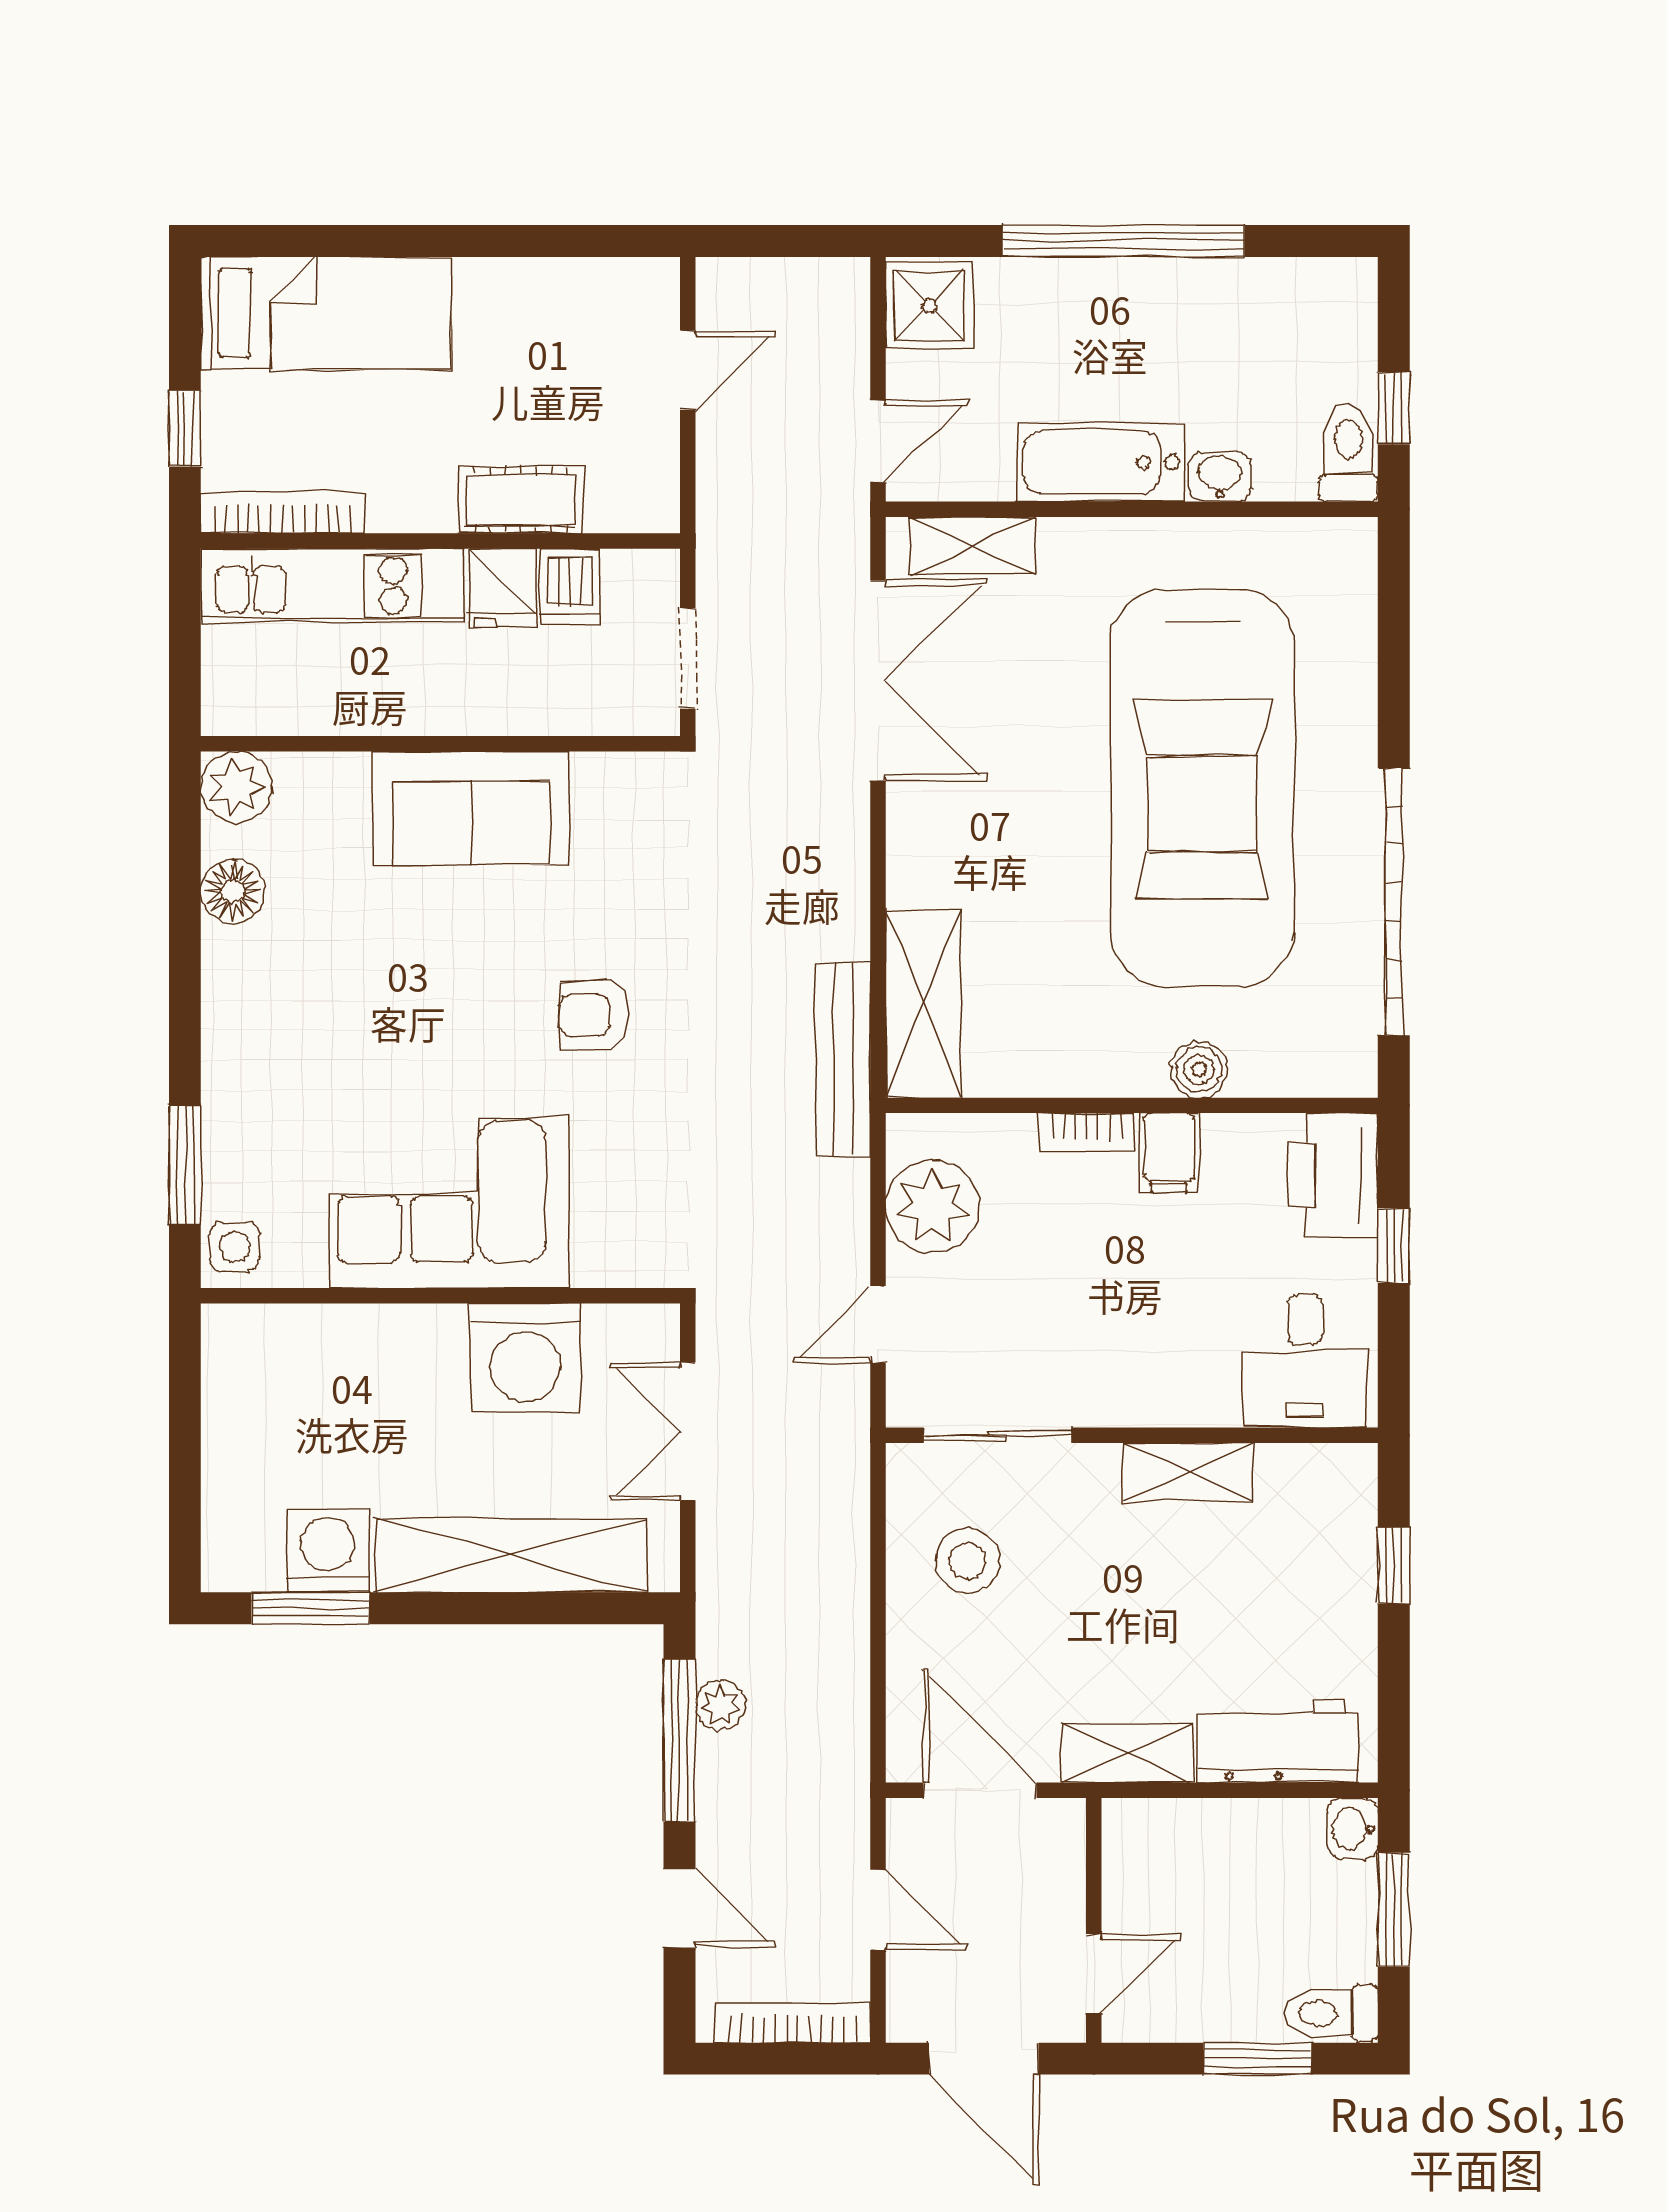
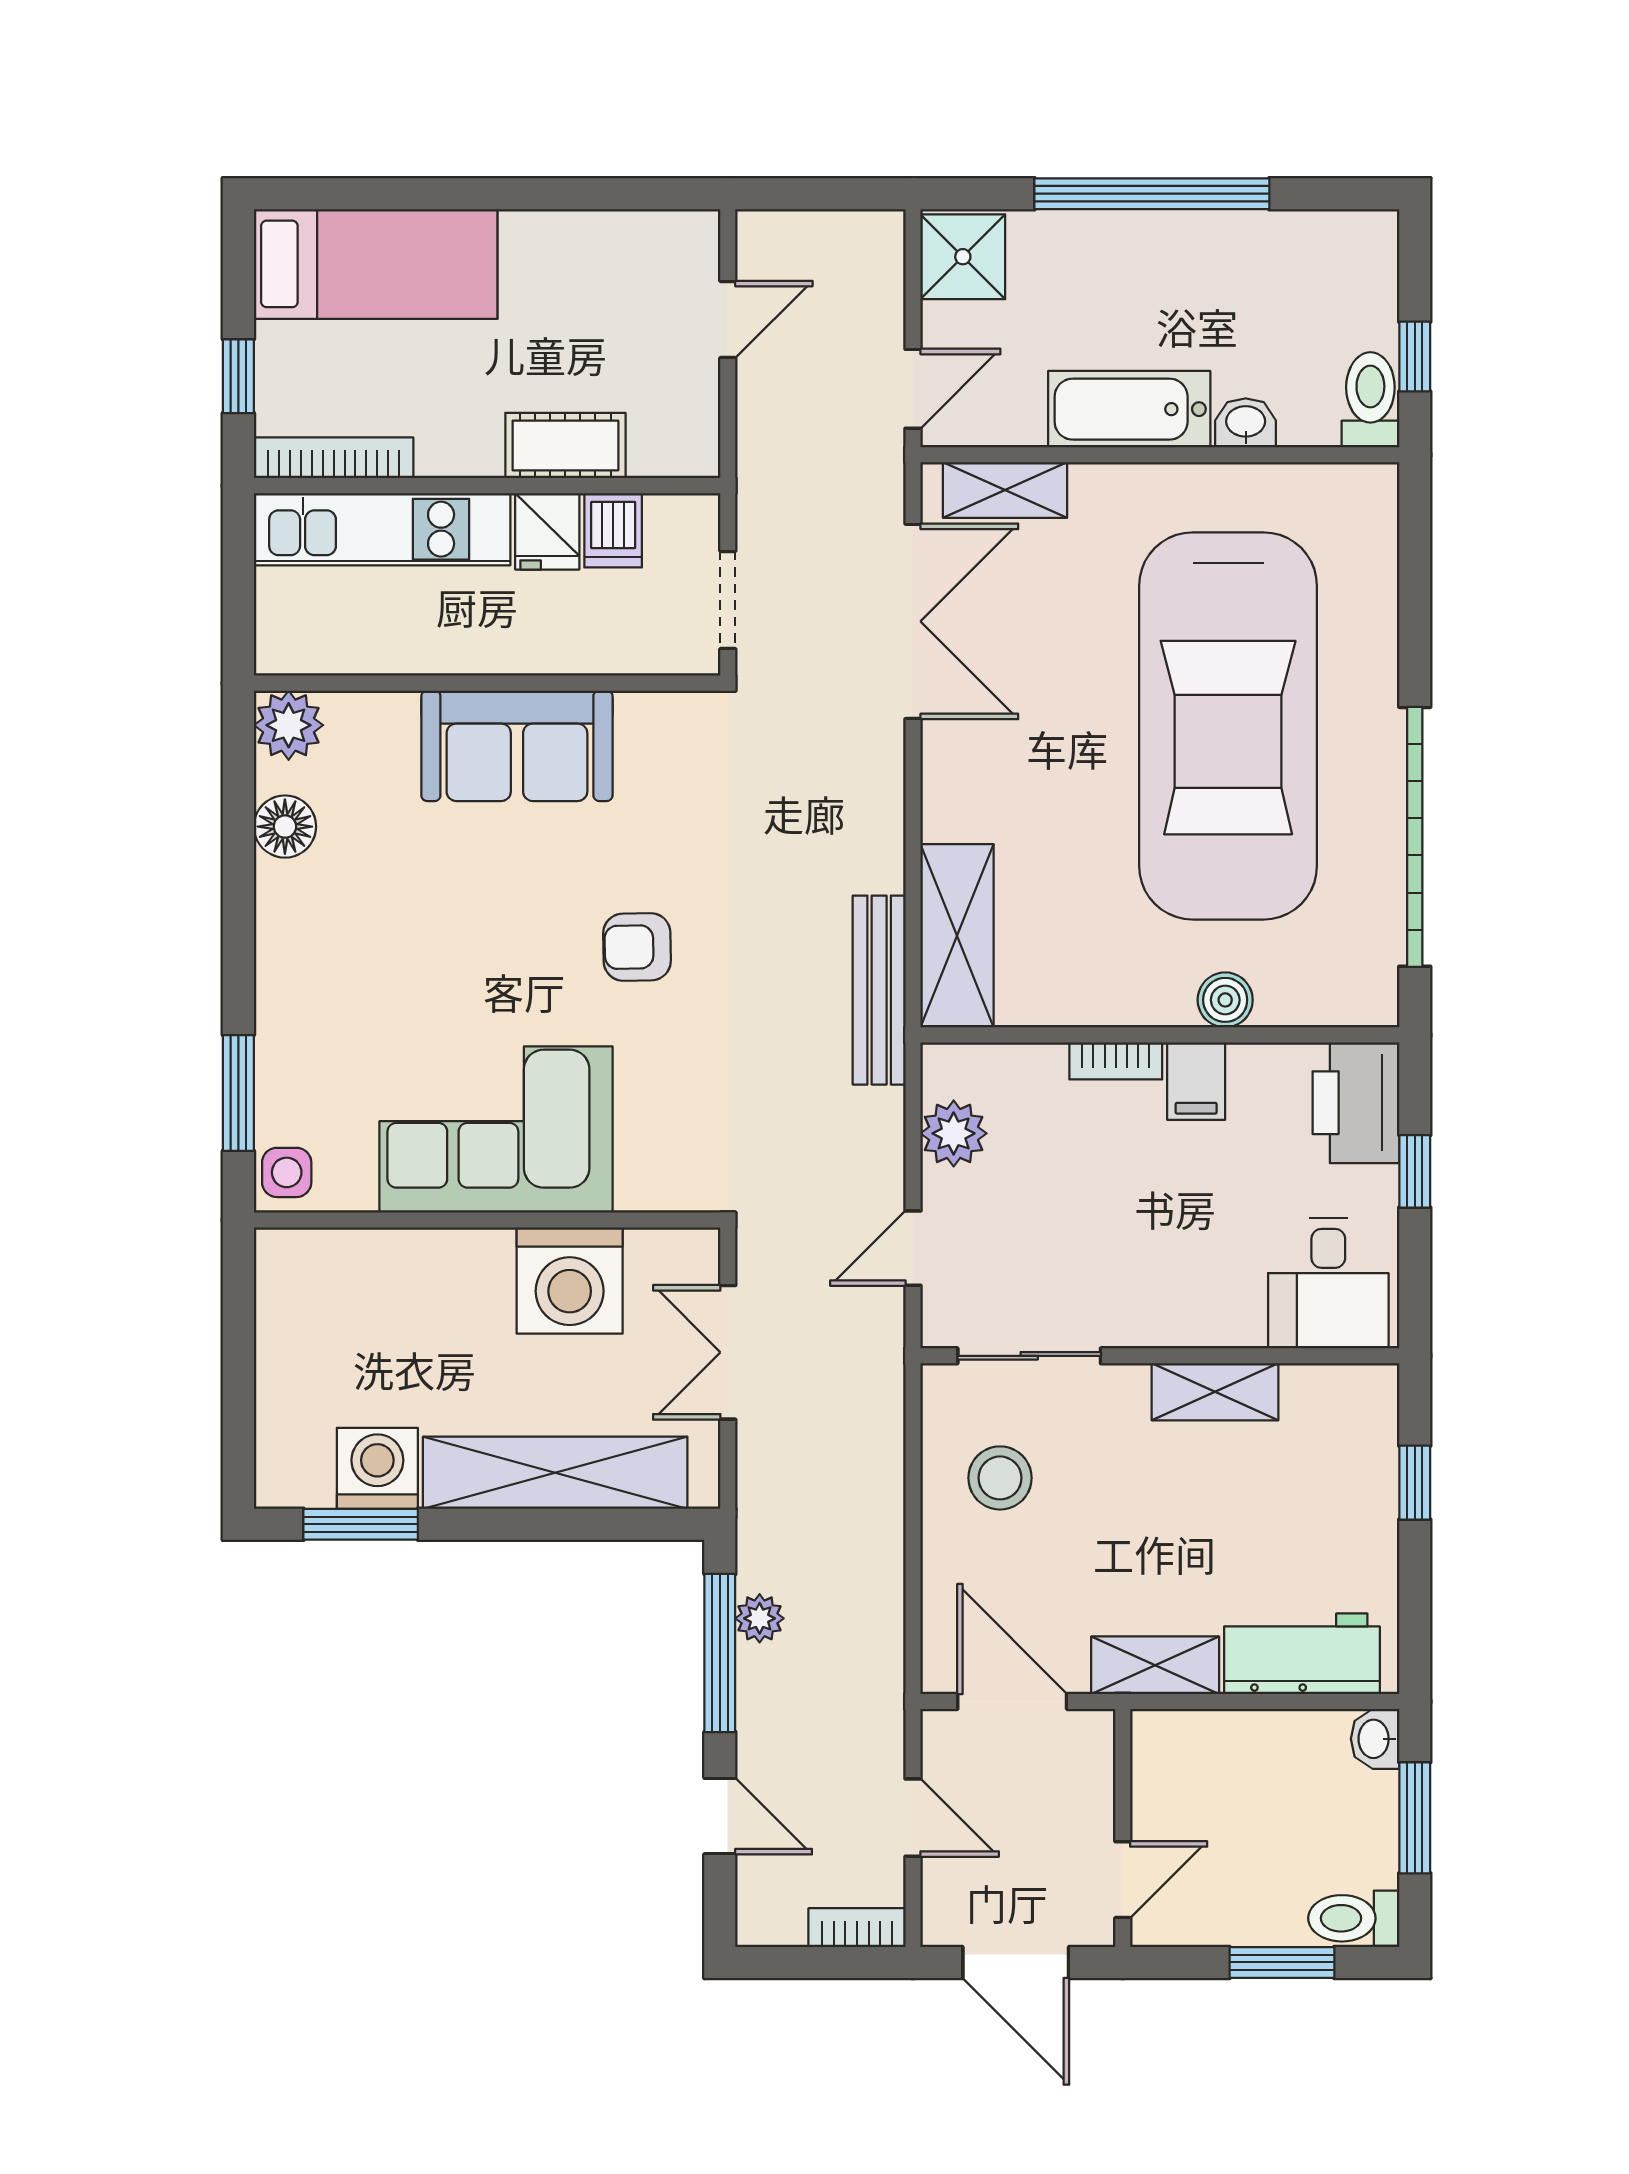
plant: (932, 1207) -> (954, 1133), width x0.73, depth x0.73
bookcase: (792, 2023) -> (857, 1928), width x0.64

